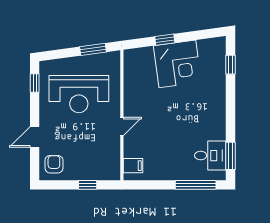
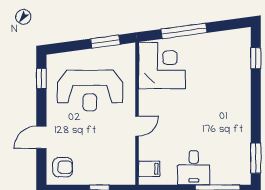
window: (165, 40) -> (184, 31), width x2.17
corner desk: (177, 64) -> (162, 66), moved, turned -82
desk: (210, 156) -> (194, 168), moved, turned 90
armchair: (54, 164) -> (63, 167), turned 90

